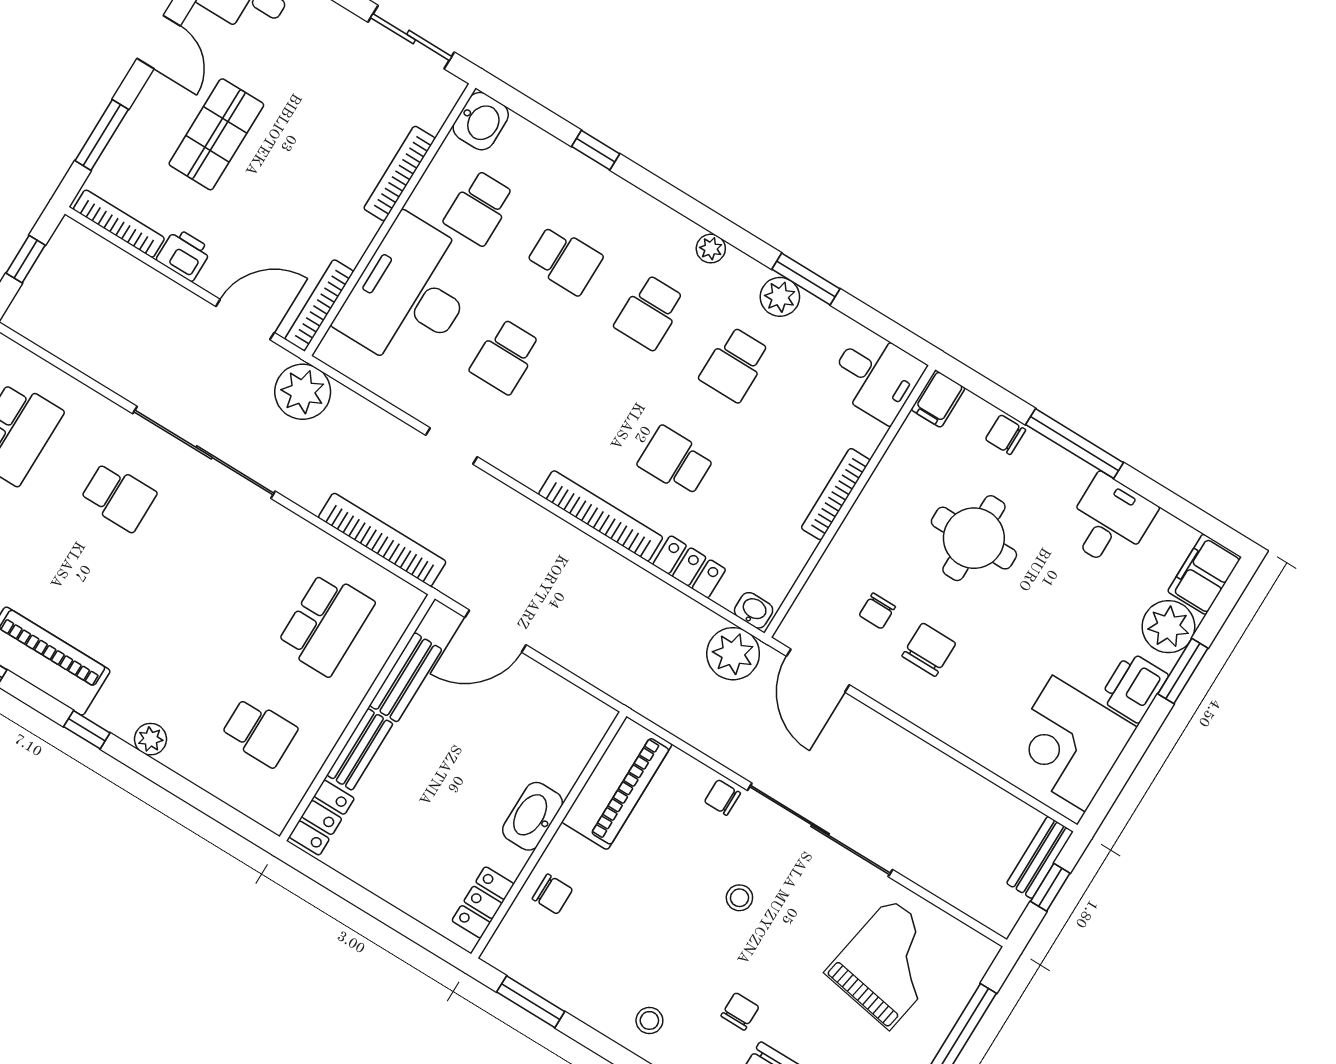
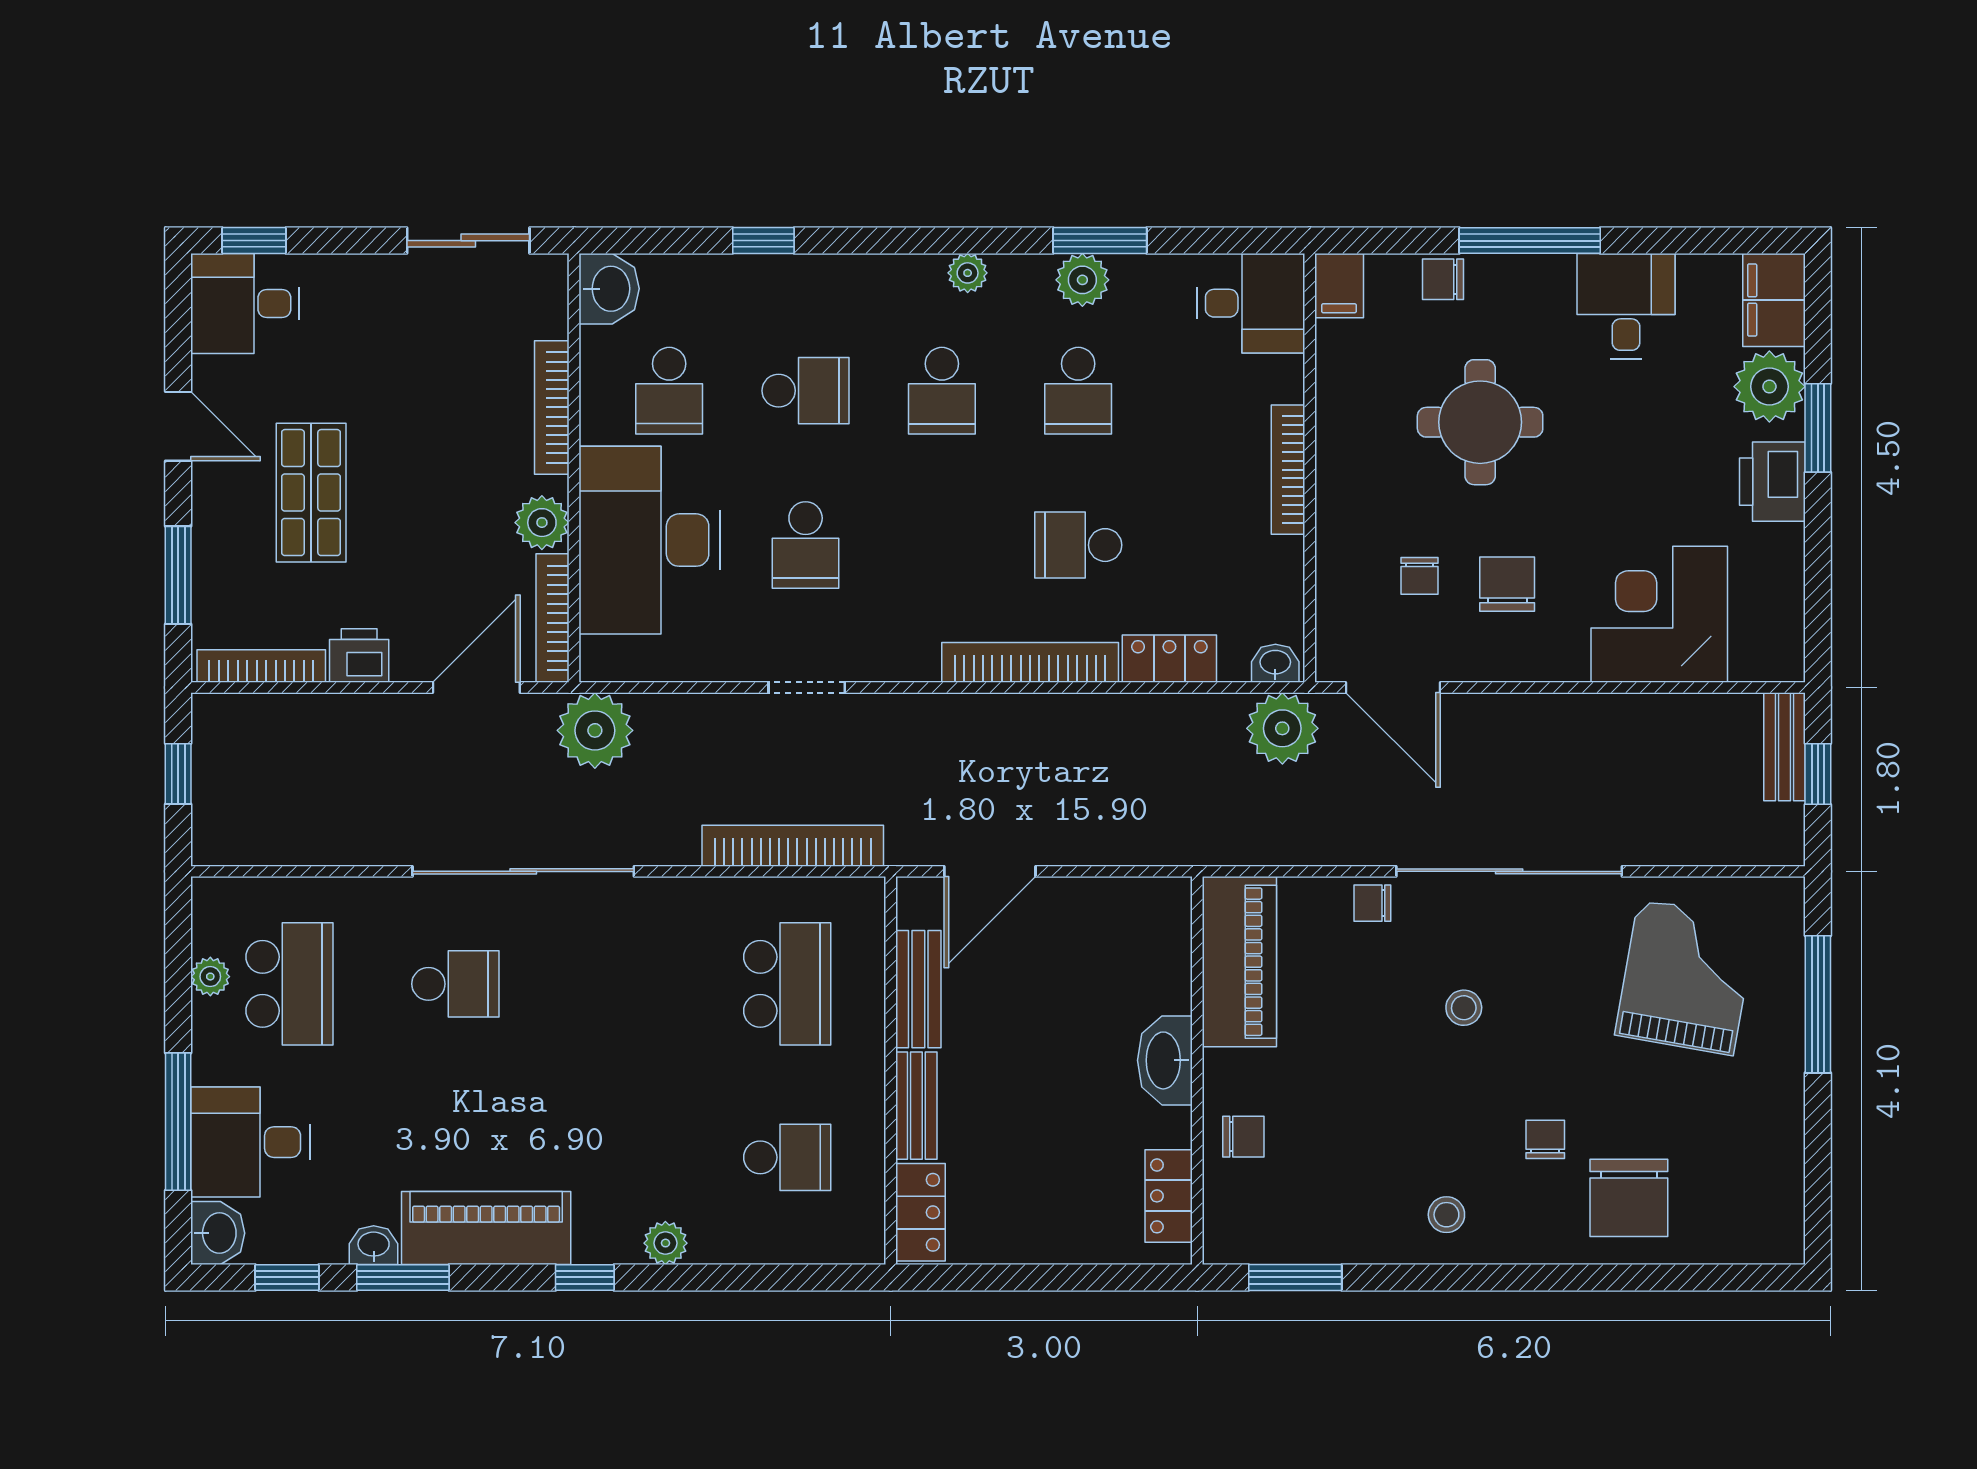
plant: (349, 242) -> (542, 523), added
corner desk: (1069, 744) -> (1659, 614), moved, turned 90

